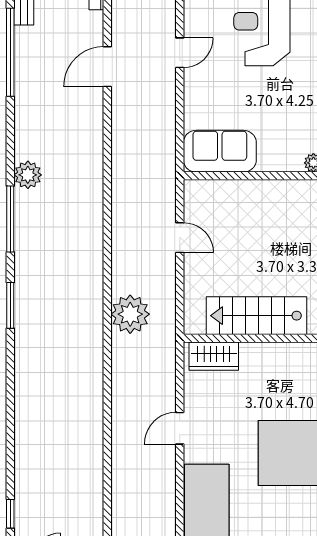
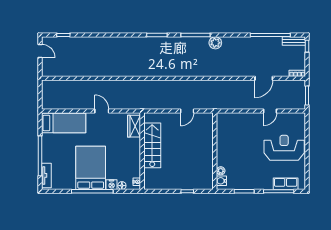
door: (180, 53) -> (270, 111), hinge flipped
door: (107, 67) -> (264, 78), swing flipped
sofa: (220, 151) -> (226, 129), removed
plant: (130, 314) -> (153, 89), removed

